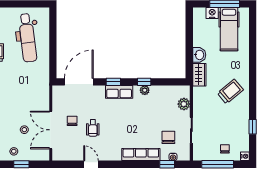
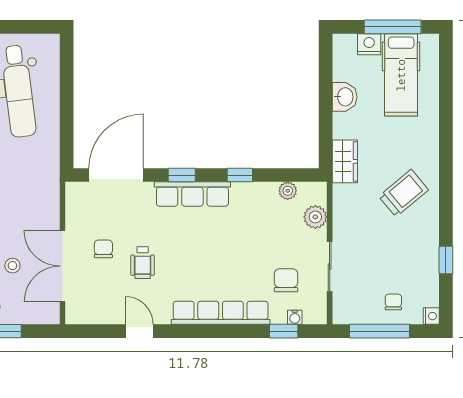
washbasin: (199, 55) -> (345, 97), moved
plant: (145, 90) -> (288, 191), moved
row of seats: (119, 92) -> (192, 194), width x1.48
row of seats: (141, 155) -> (221, 313), width x1.36

